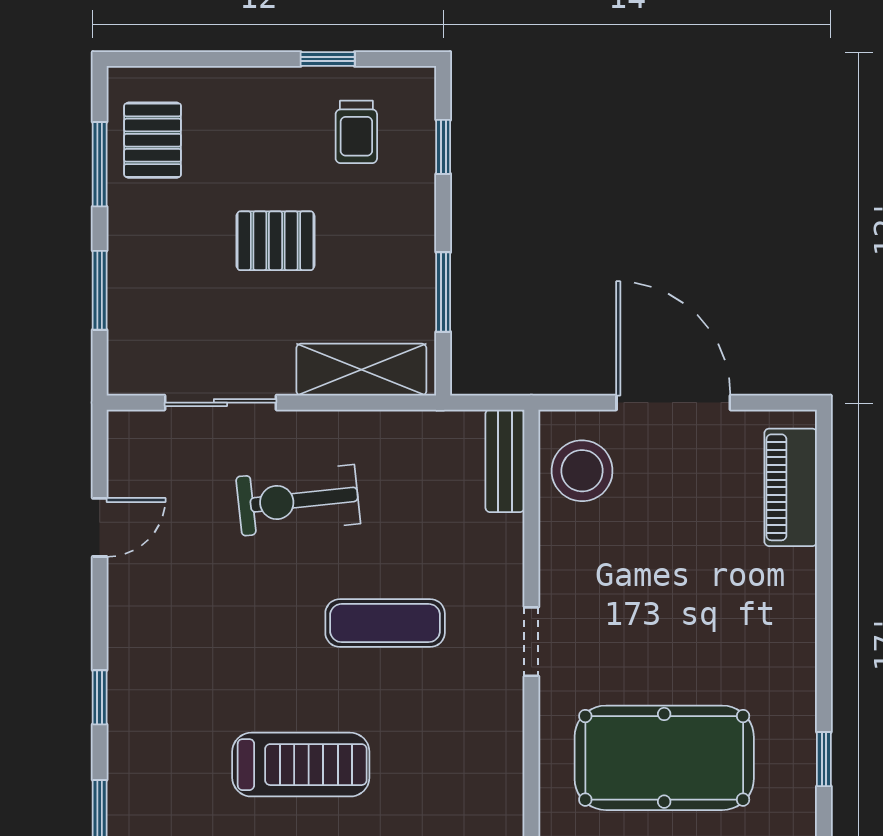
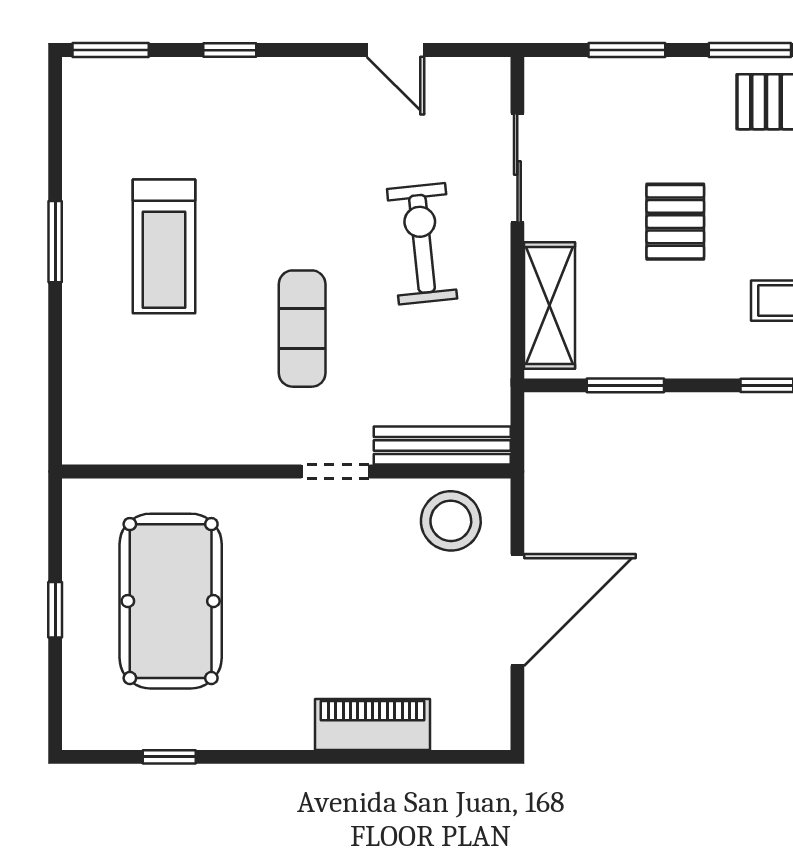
bench: (505, 461) -> (442, 446), width x1.36
piano: (791, 487) -> (373, 724), moved
doorway: (531, 642) -> (335, 471), moved

